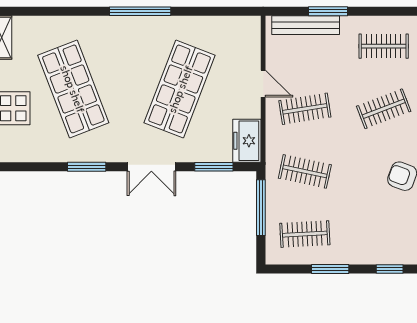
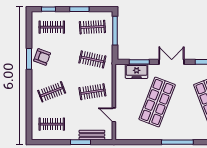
bench: (306, 25) -> (92, 135), width x0.73
door: (263, 84) -> (114, 115), moved
freezer: (247, 141) -> (137, 71), moved, turned 90
window: (261, 208) -> (115, 31), moved
clothes rail: (384, 234) -> (52, 27), added

